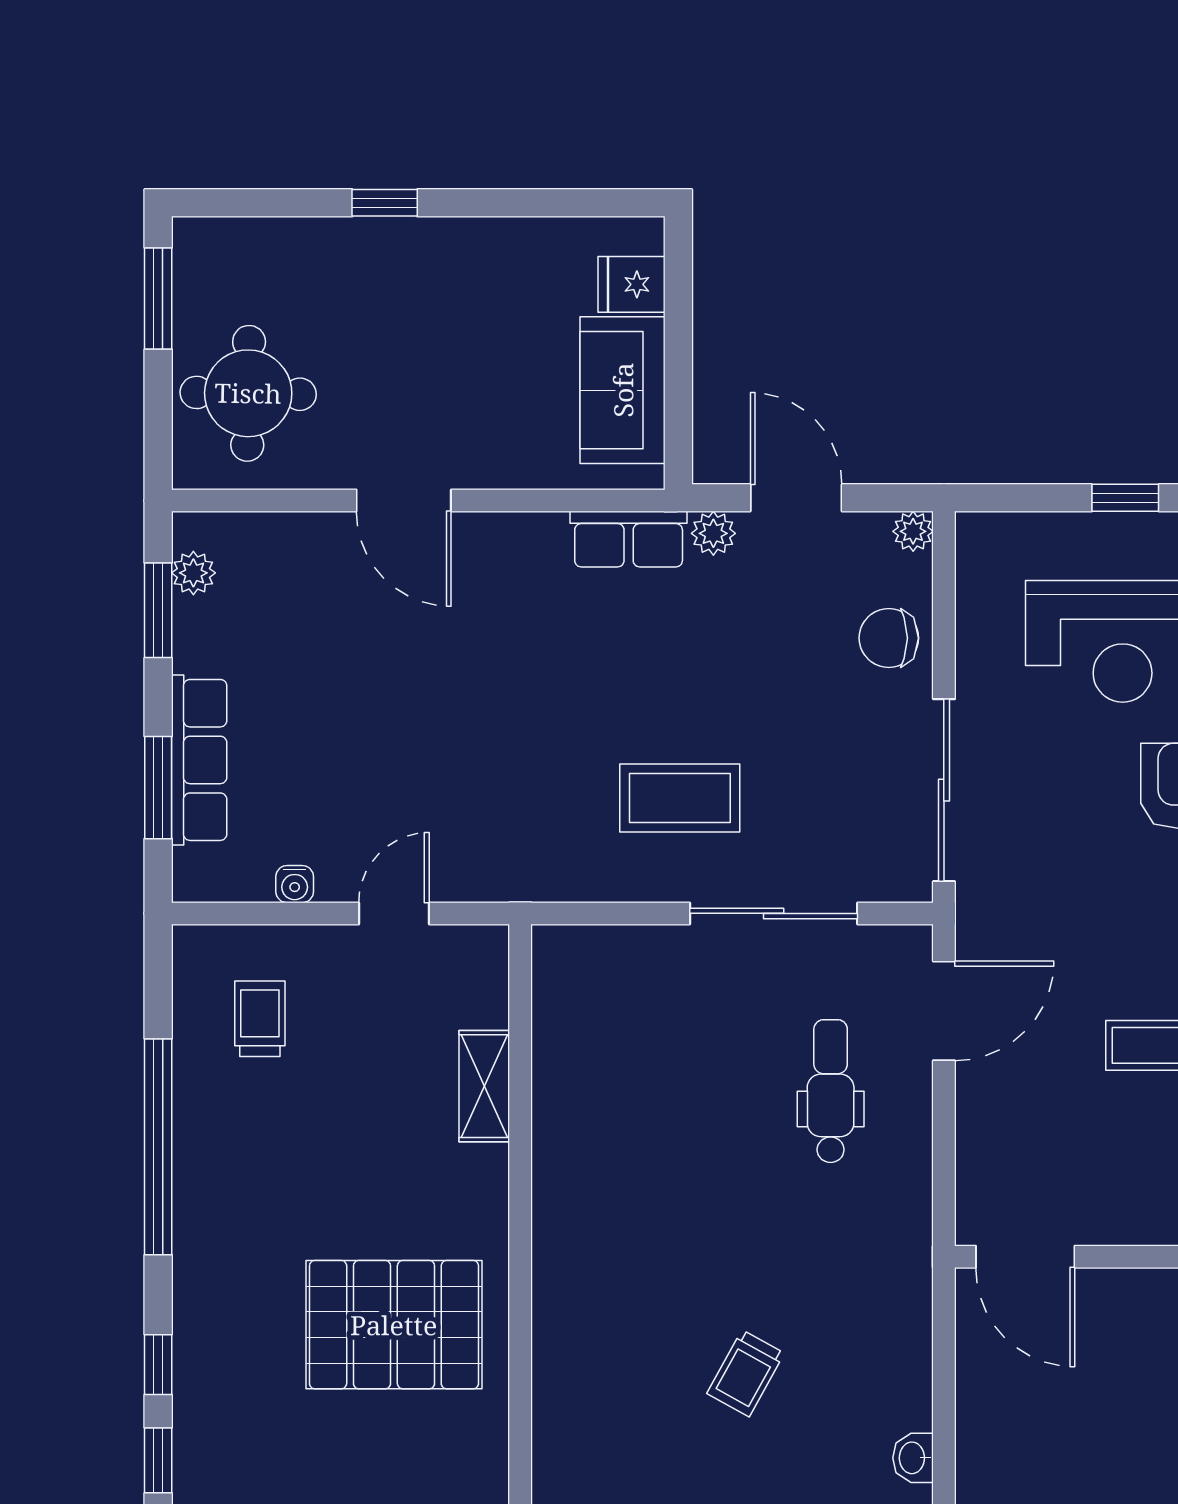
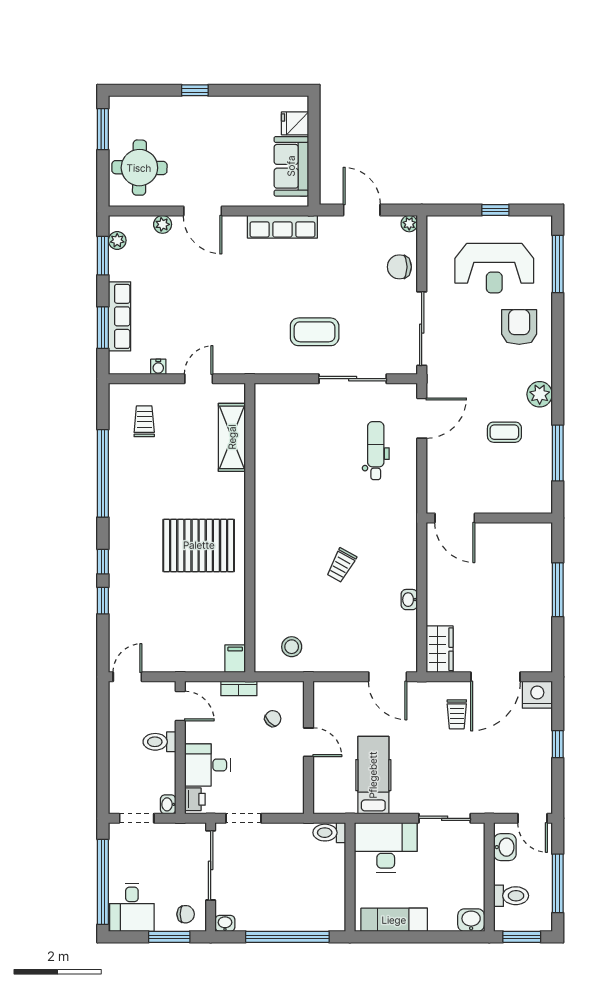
plant: (713, 533) -> (163, 224), moved
row of seats: (629, 539) -> (282, 227), width x1.48
shelving: (484, 1086) -> (232, 437), width x1.50, depth x1.33

